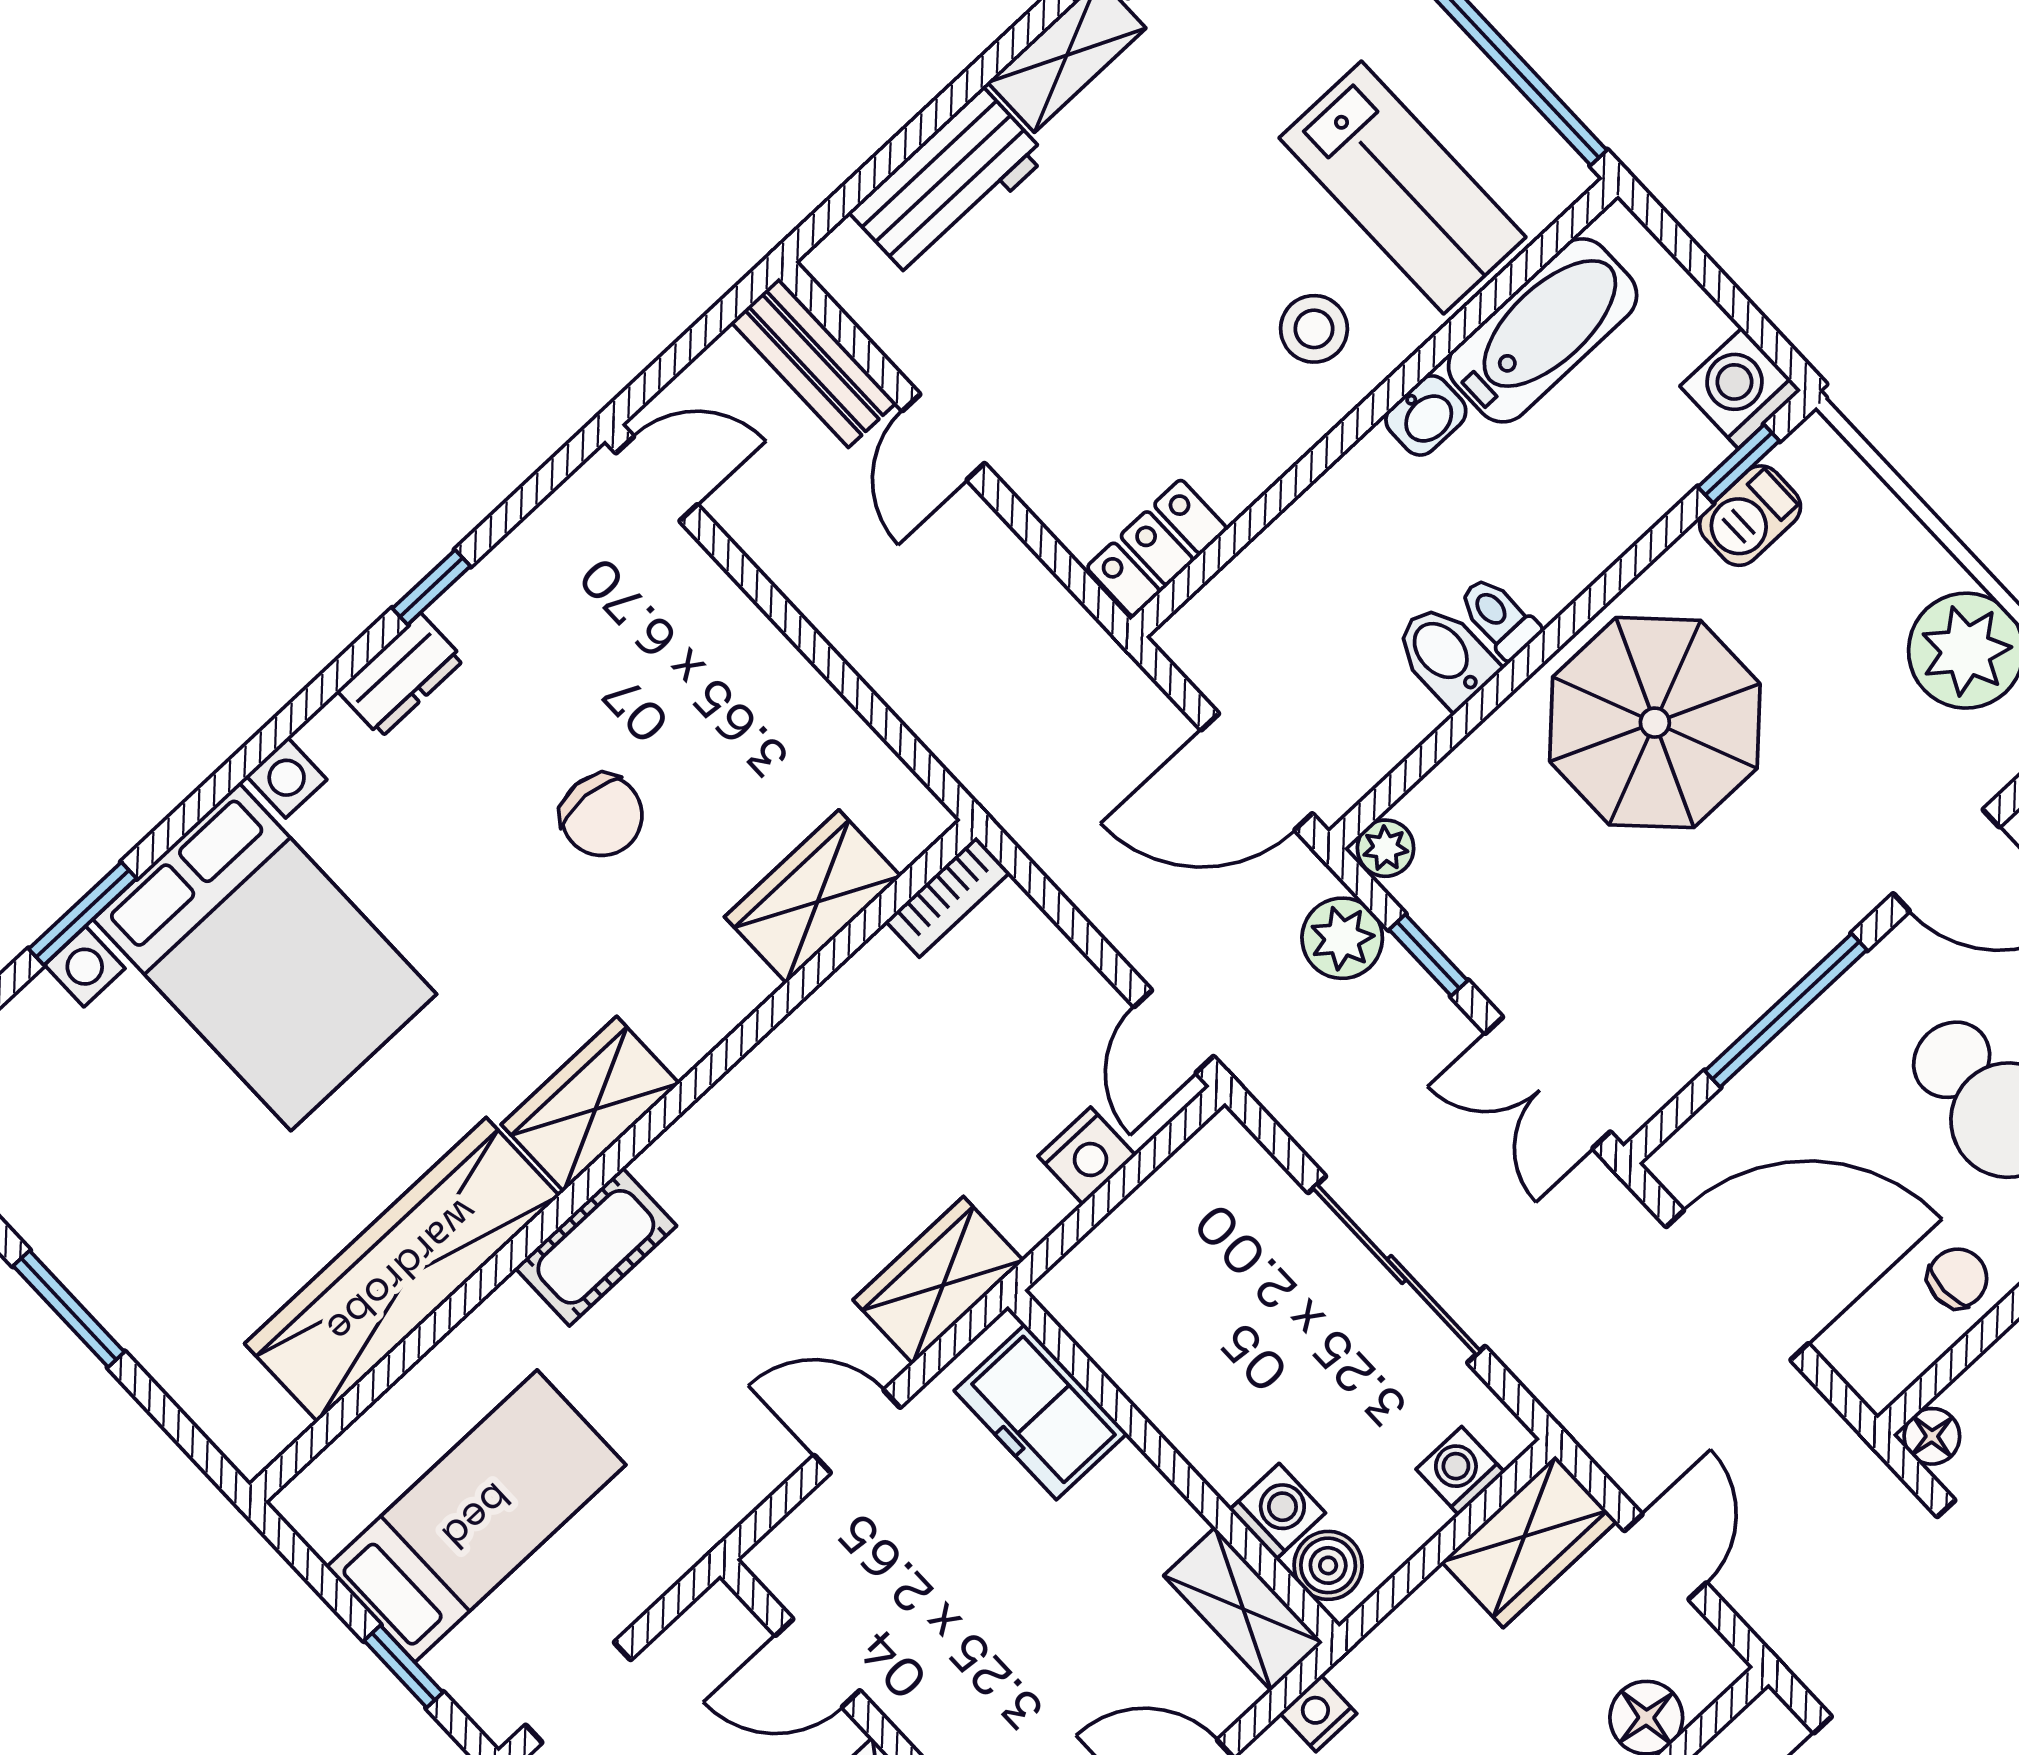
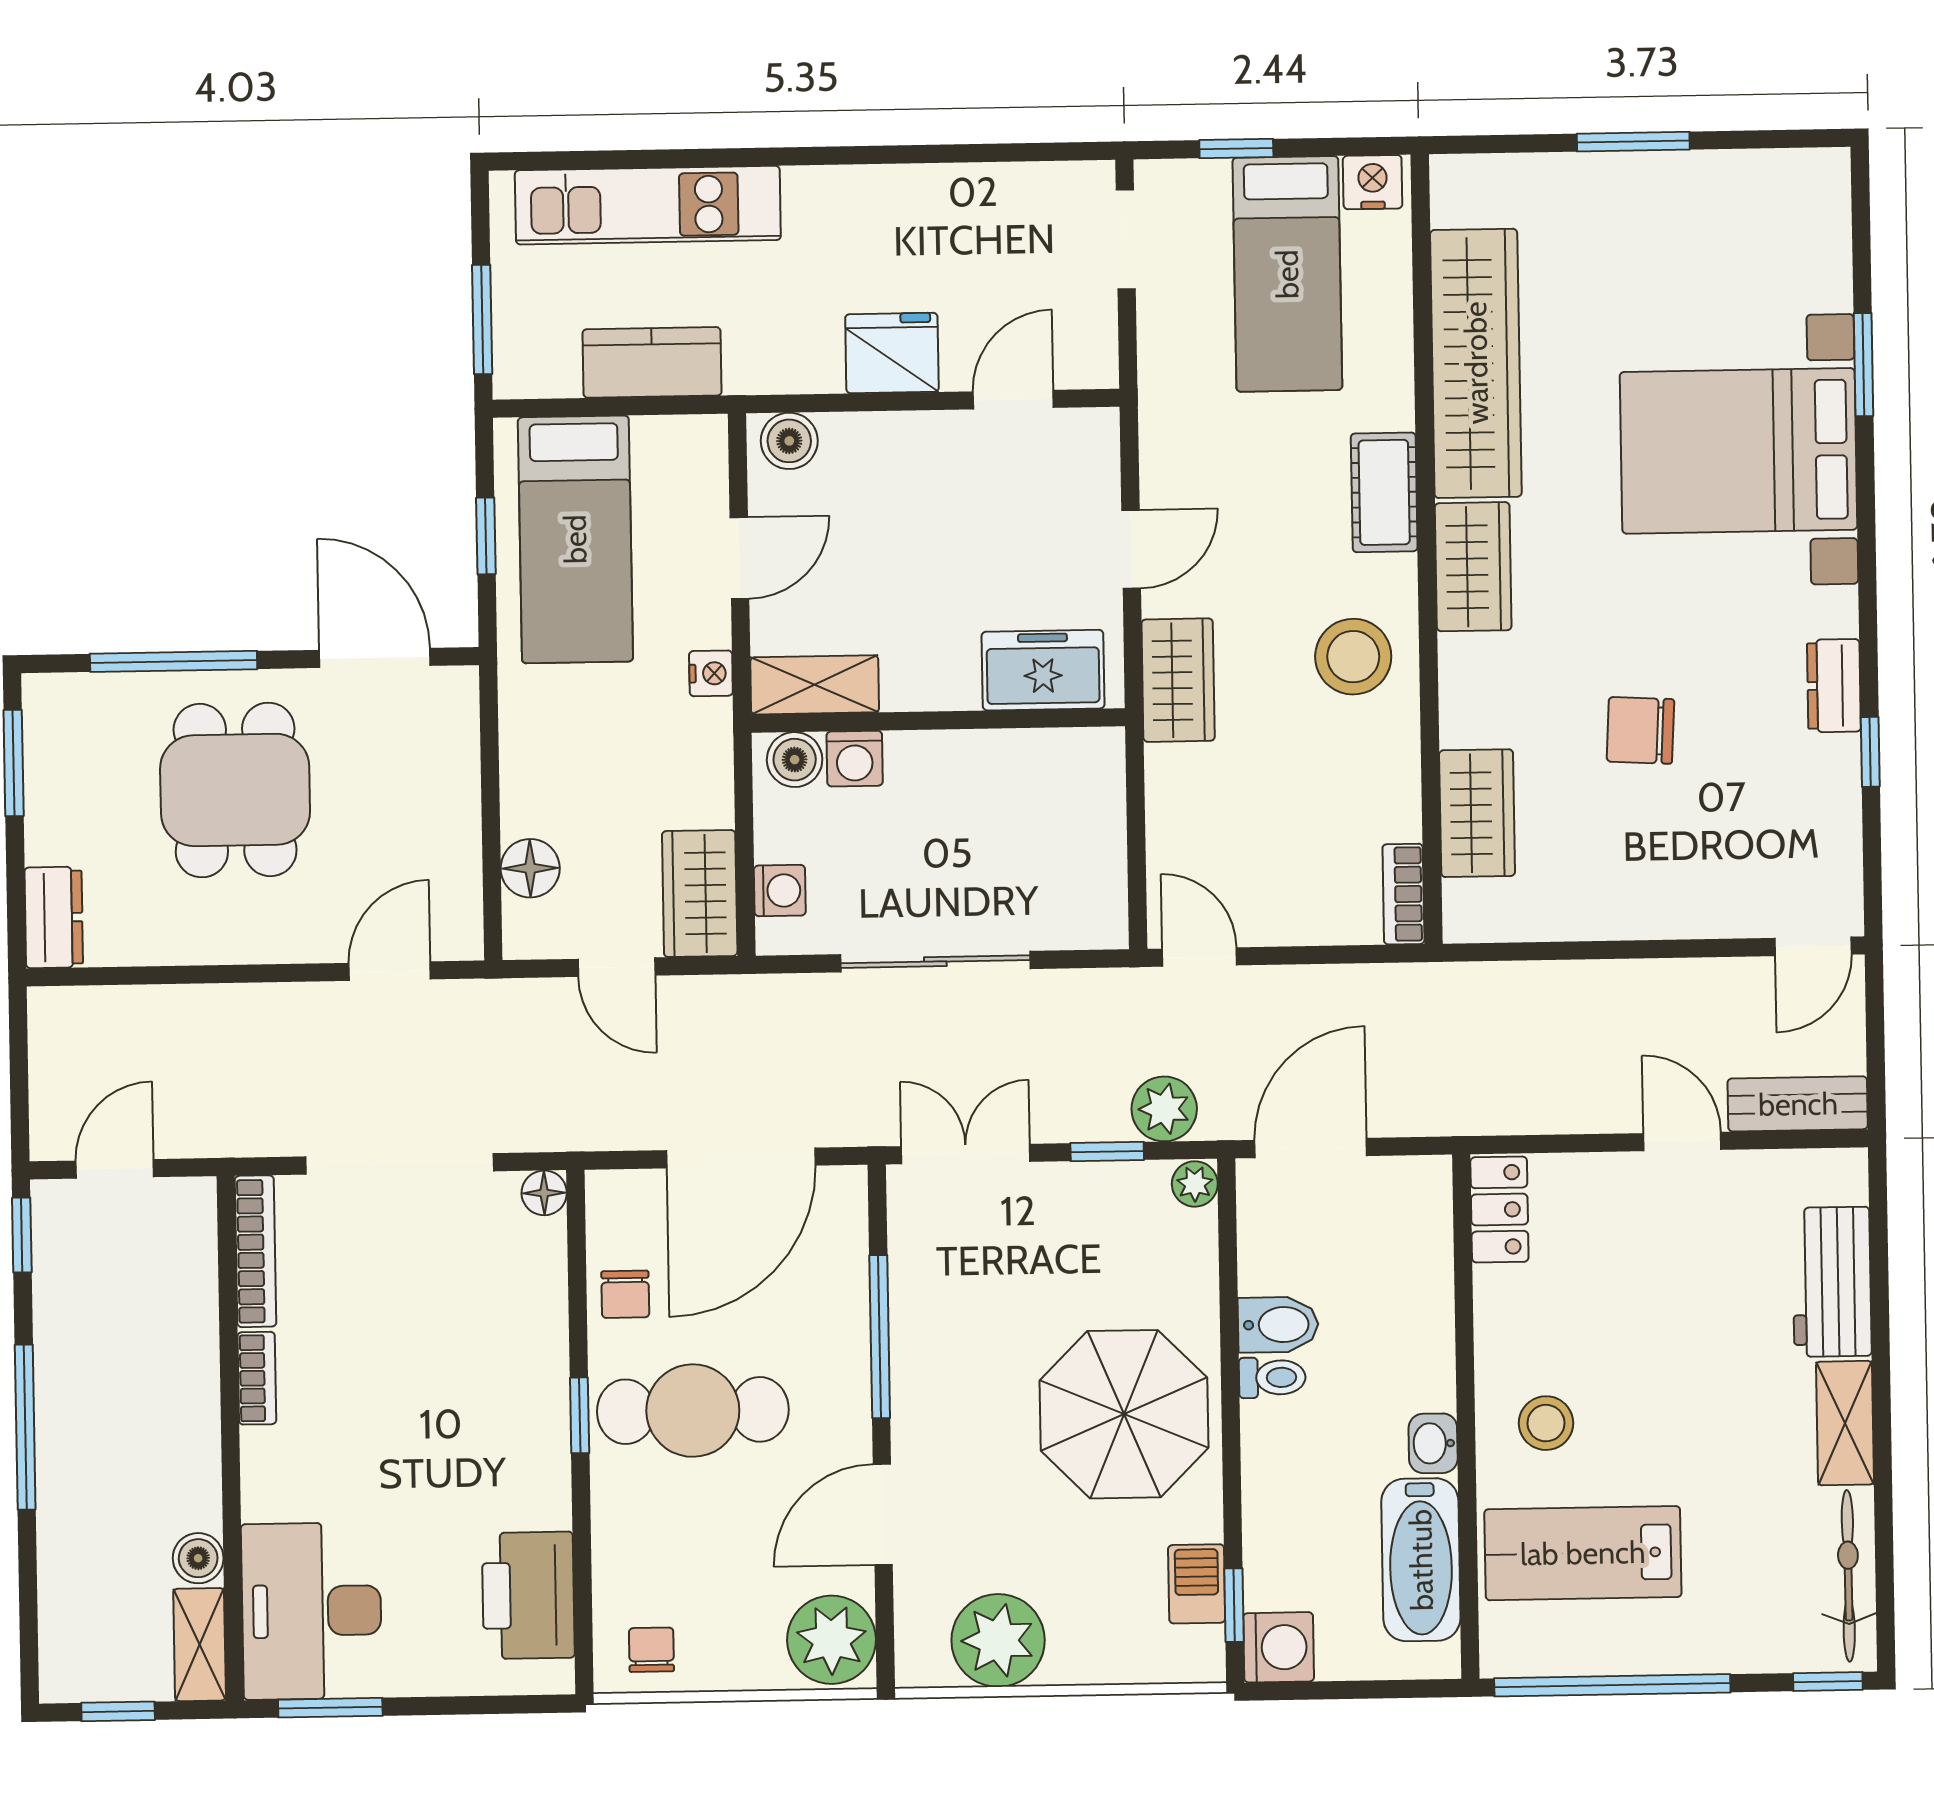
stool: (772, 1139) -> (1353, 657), added
nightstand: (1087, 1156) -> (1373, 182), moved, turned 90

